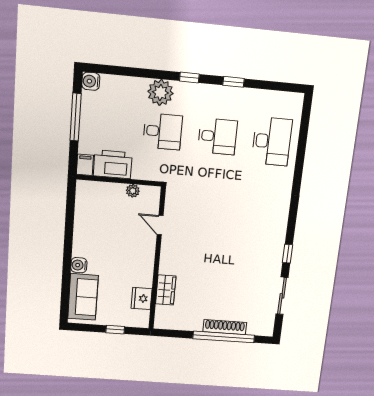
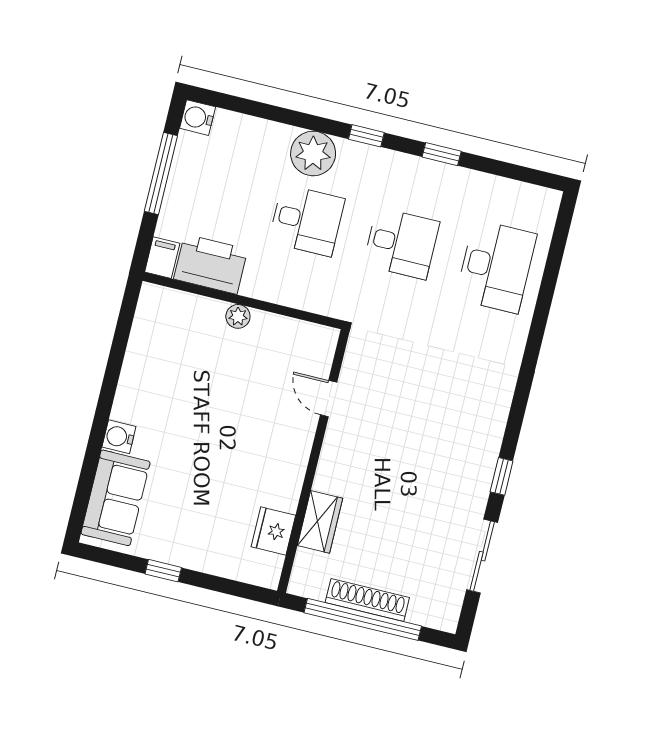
door: (160, 225) -> (329, 399), moved
wall: (157, 259) -> (313, 461), moved
wardrobe: (166, 290) -> (320, 522), moved
fridge: (142, 298) -> (273, 531), moved

